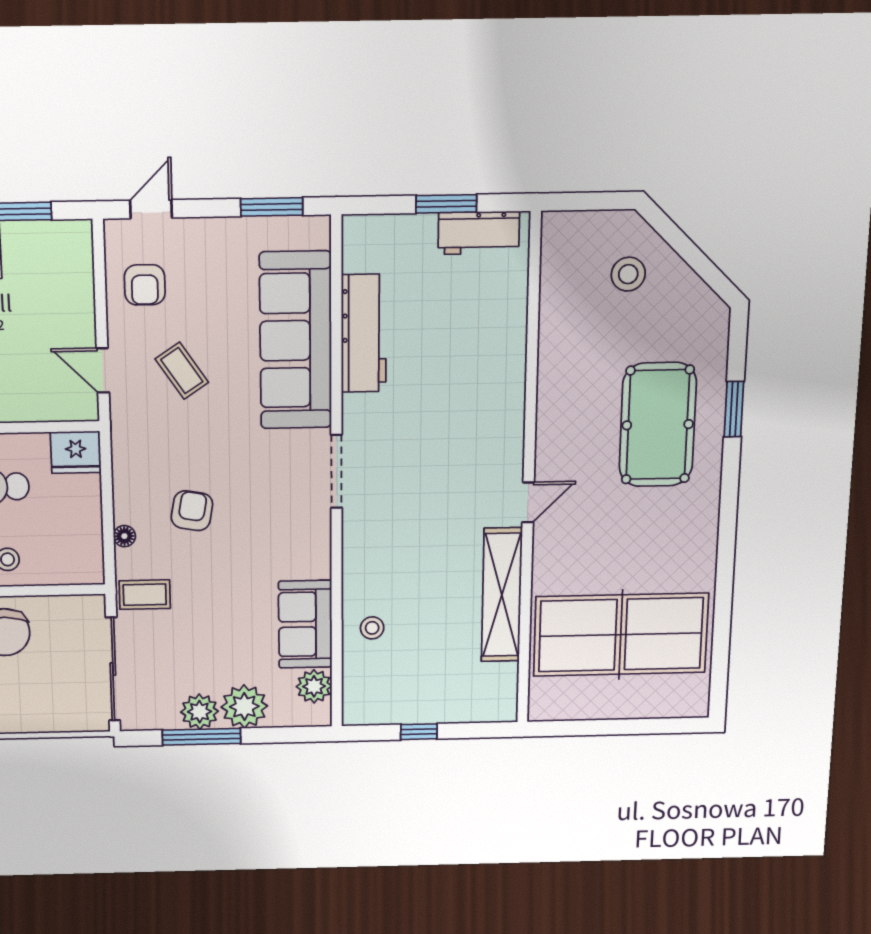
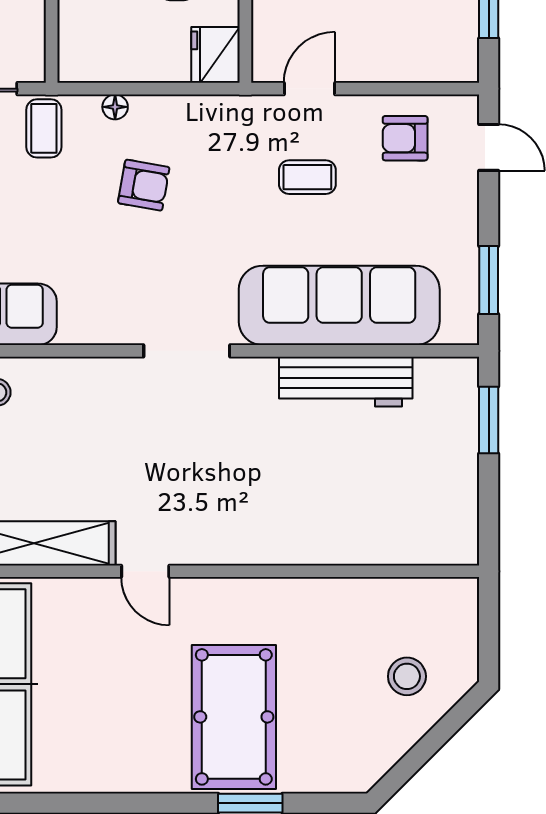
window: (446, 204) -> (489, 420), moved
workbench: (479, 233) -> (456, 509), removed
coffee table: (182, 371) -> (307, 177), turned 34
pool table: (658, 425) -> (234, 717), turned 90

